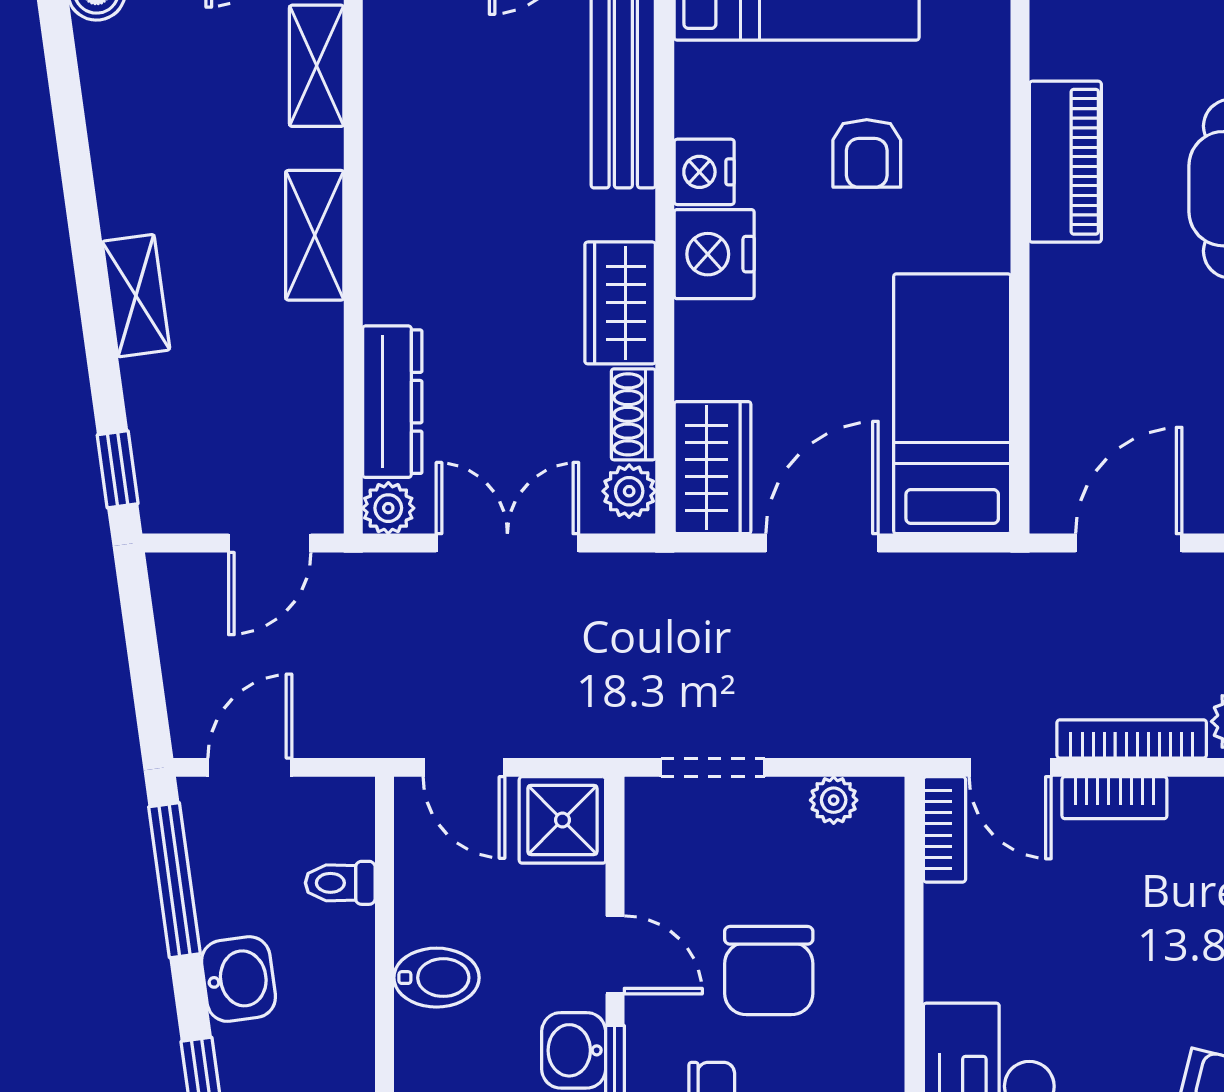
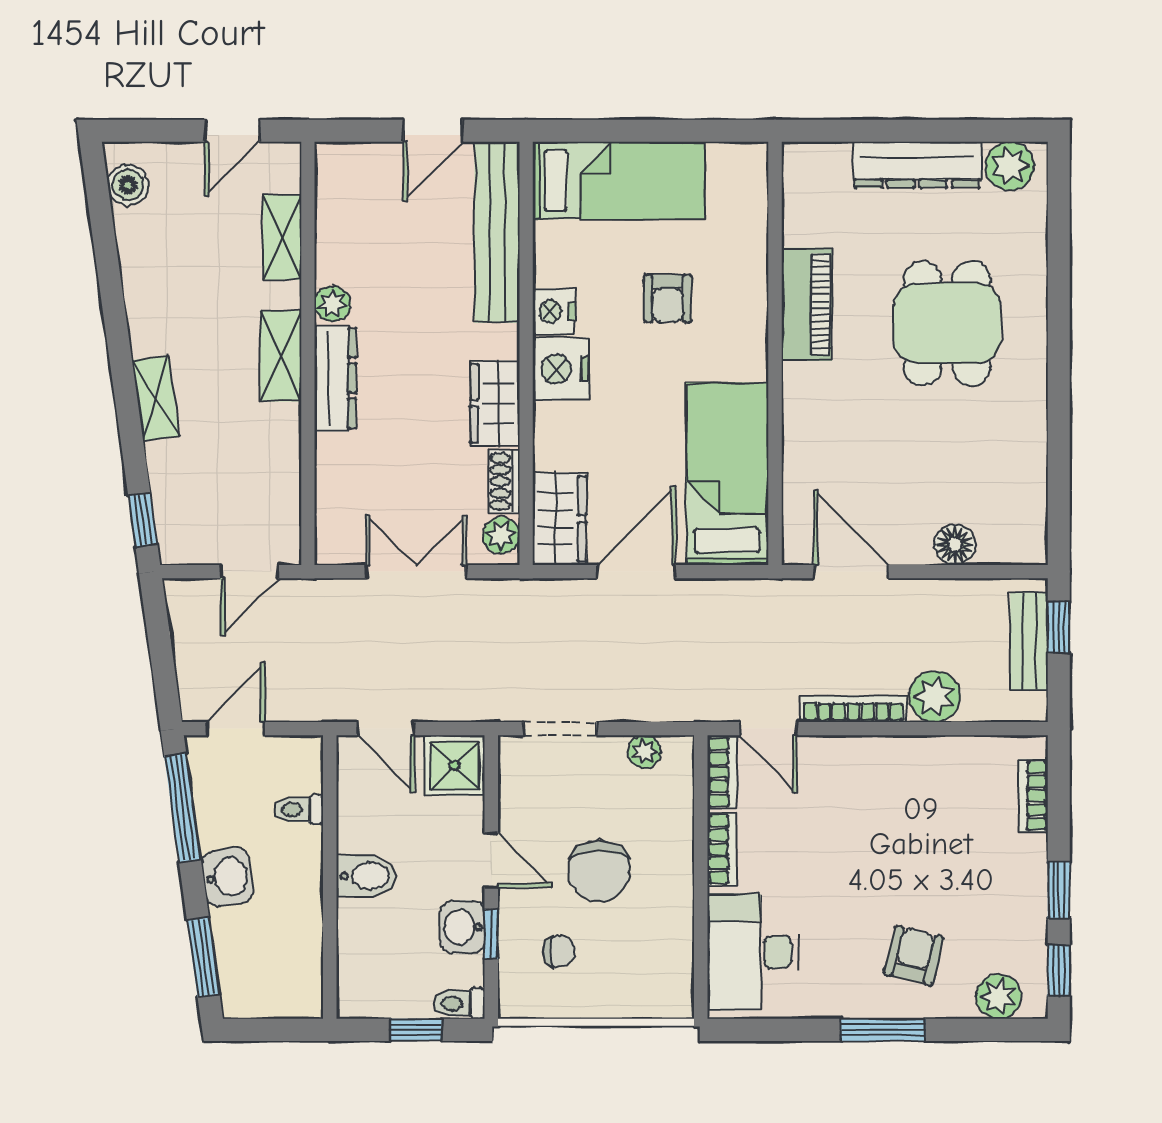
dresser: (392, 402) -> (335, 378), moved
plant: (388, 508) -> (332, 304), moved
door: (1129, 543) -> (851, 572), hinge flipped
bookcase: (1114, 798) -> (722, 849), moved, turned -90

